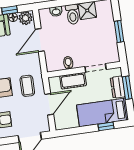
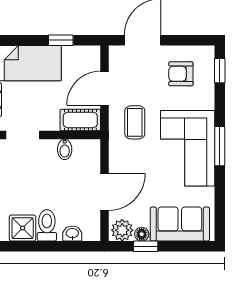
cot: (73, 81) -> (80, 120), moved
window: (106, 126) -> (61, 40), moved

